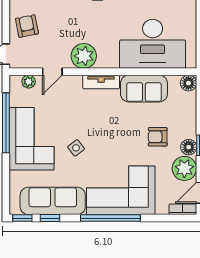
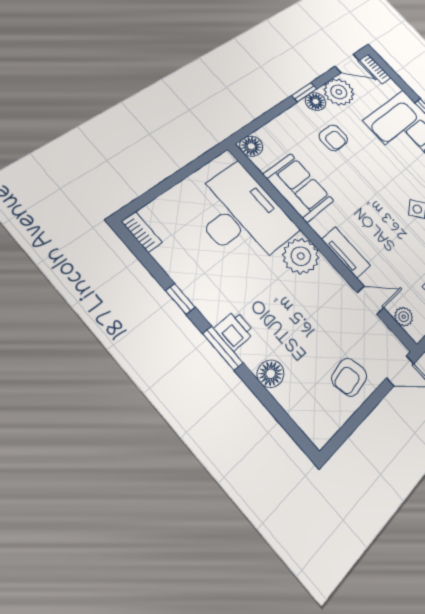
plant: (84, 56) -> (301, 256), moved
tv unit: (101, 82) -> (346, 252), moved

